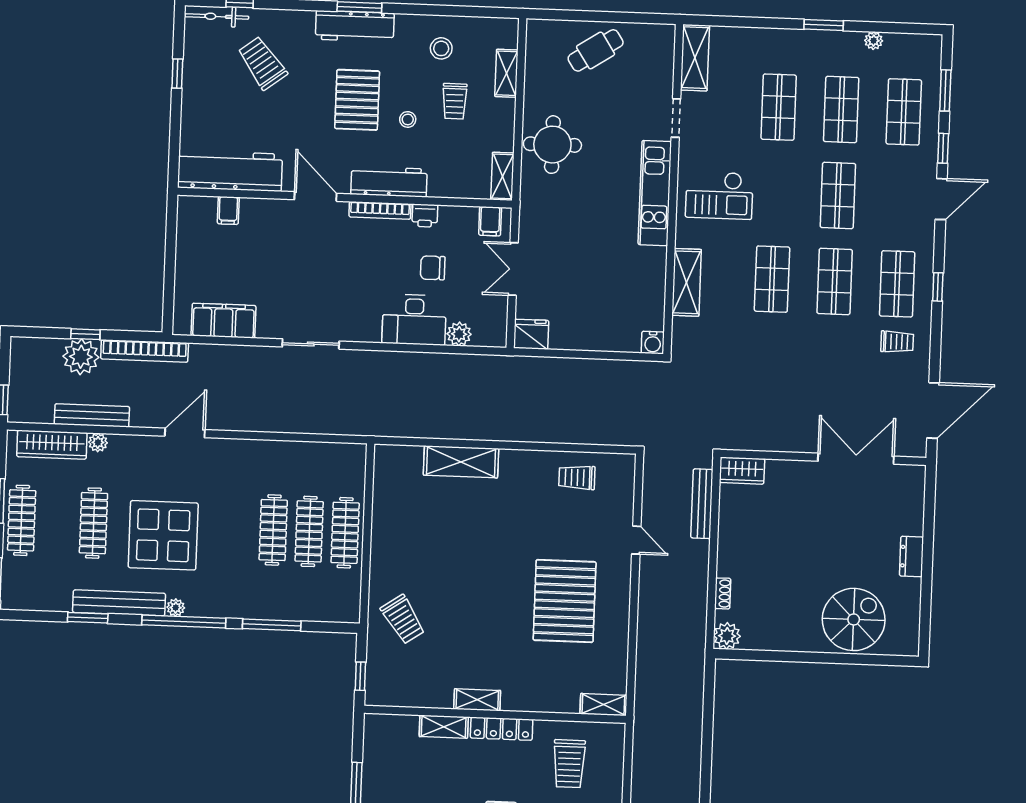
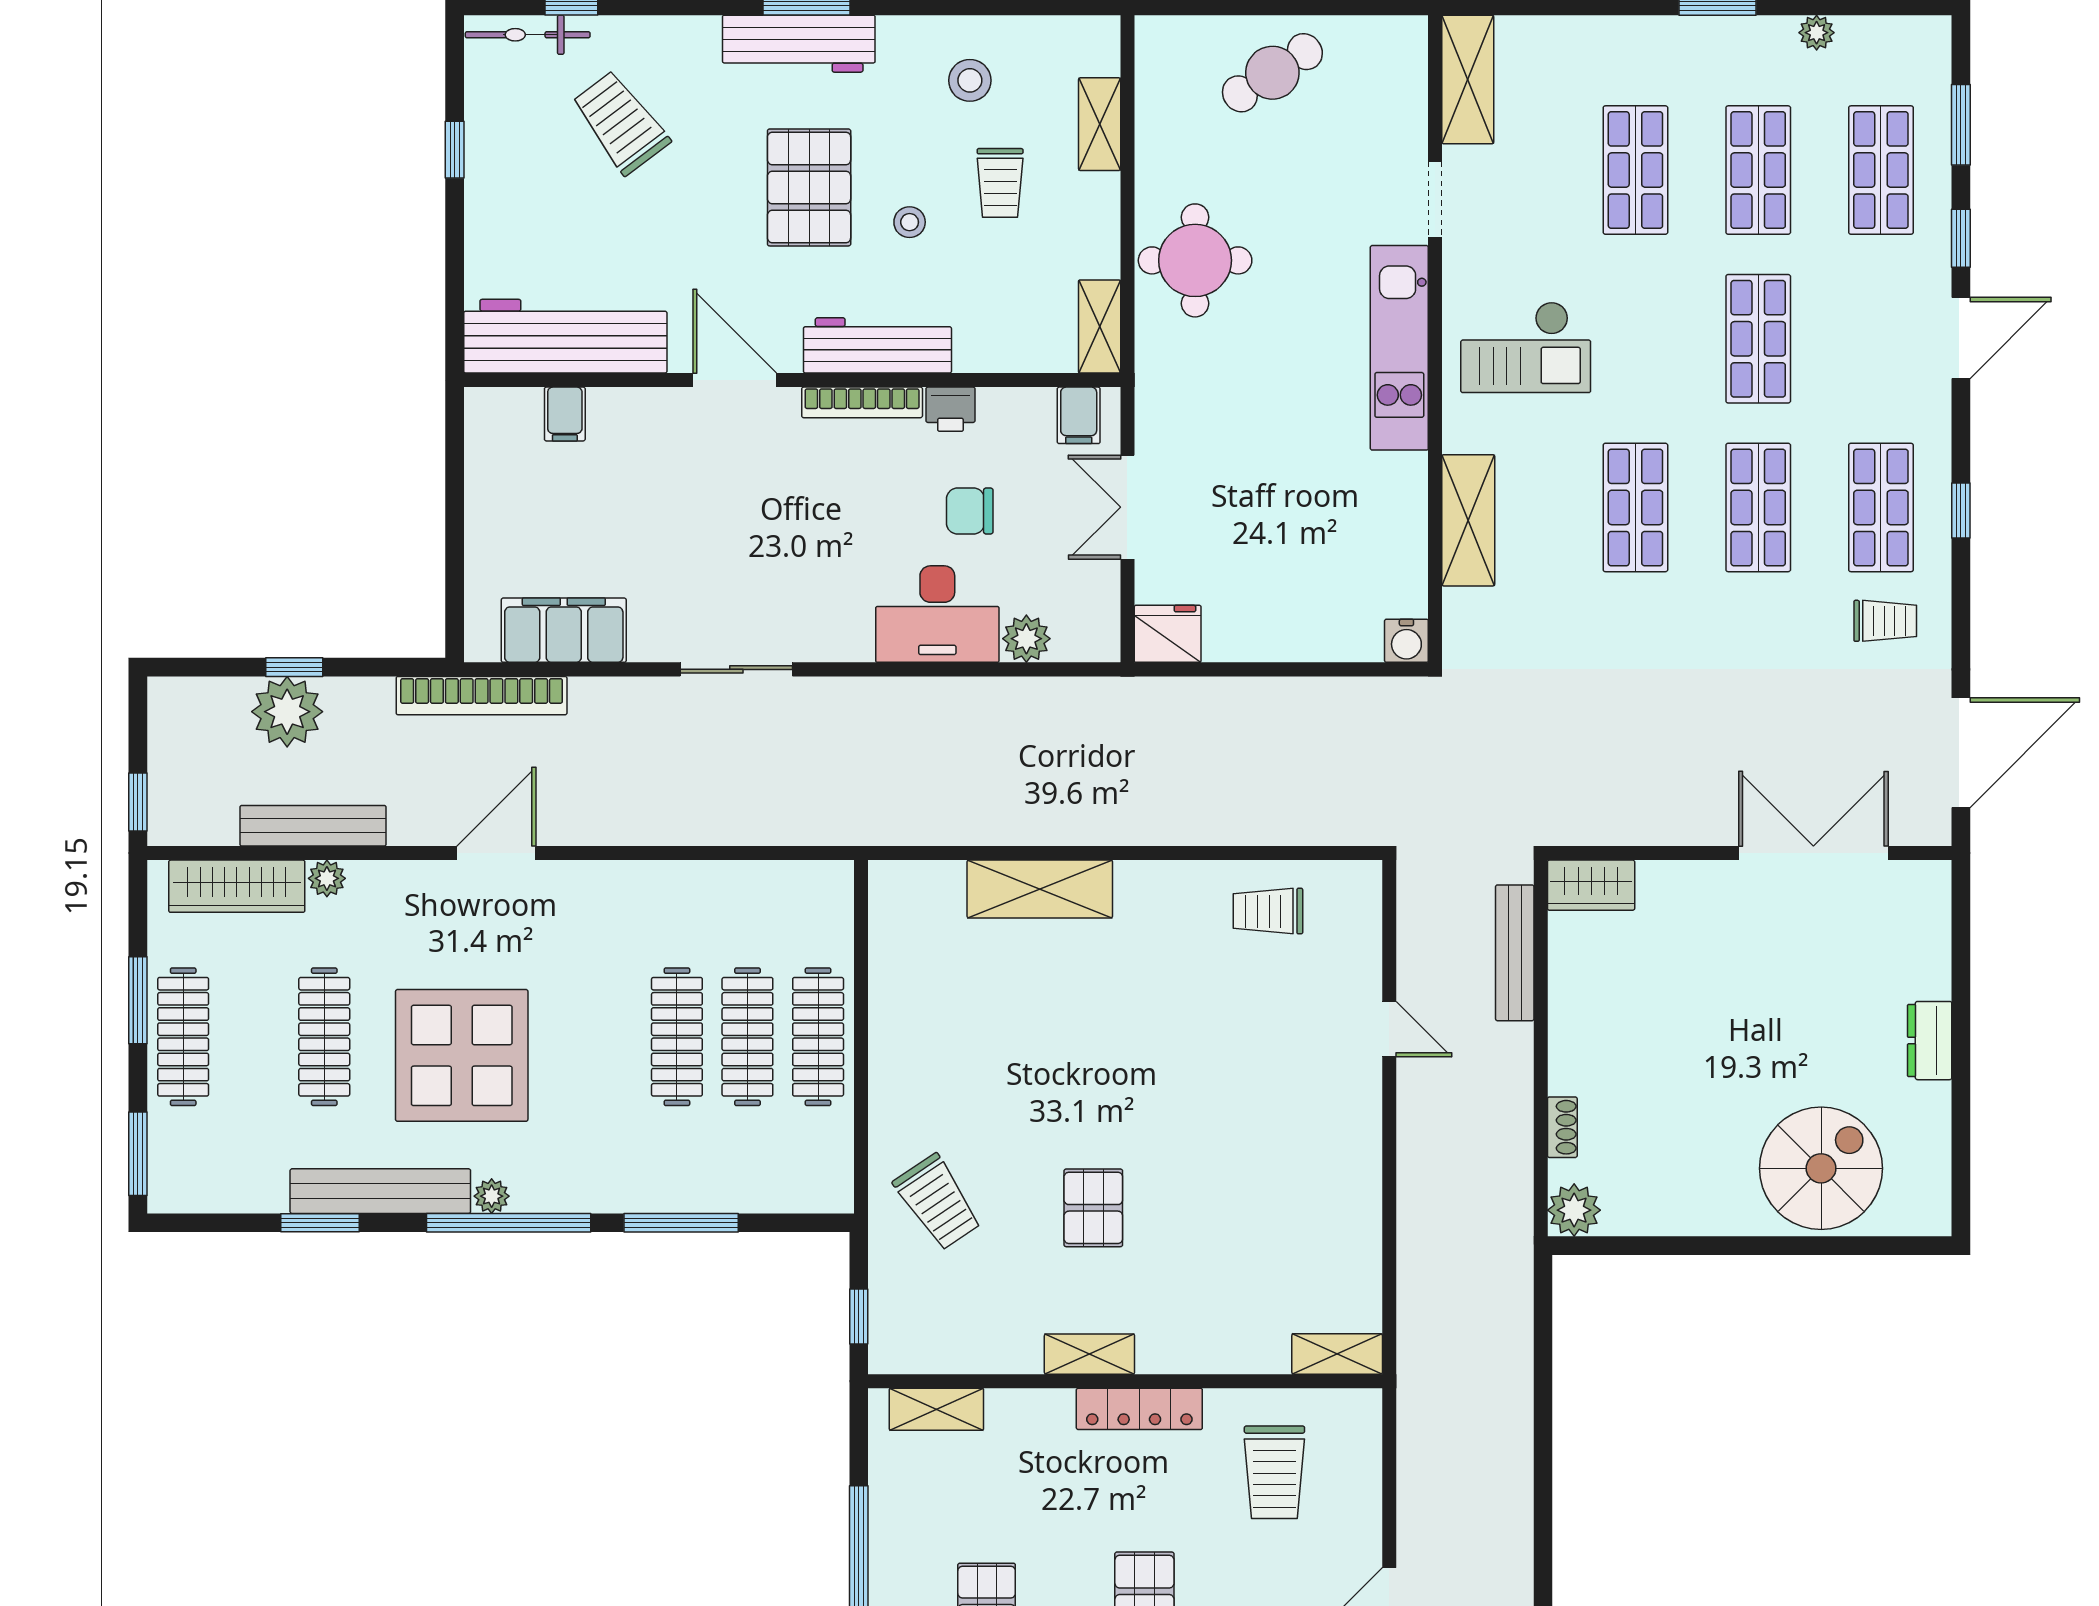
bookcase: (145, 351) -> (482, 696), moved
pallet: (565, 601) -> (1093, 1208), moved, width x0.49, depth x0.50
shelving: (444, 727) -> (936, 1409), moved

